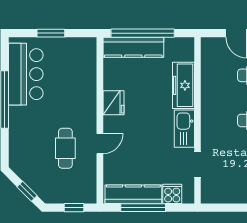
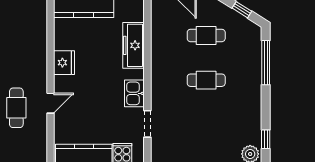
kitchen sink: (184, 129) -> (134, 93), width x0.73

